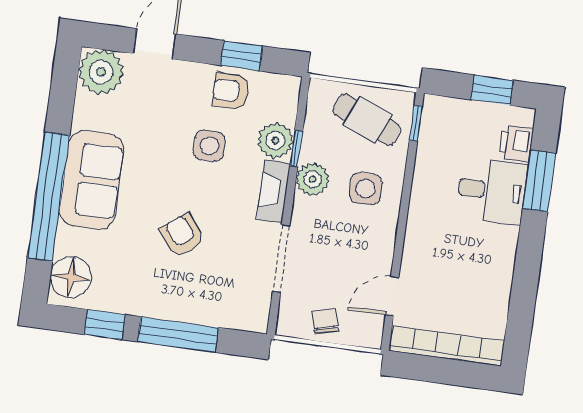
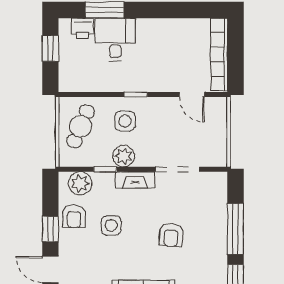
window: (242, 56) -> (50, 229), moved
window: (416, 123) -> (136, 94), moved
plant: (275, 140) -> (80, 183), moved
armchair: (182, 235) -> (171, 235), turned -47
chair: (325, 321) -> (214, 136), removed

